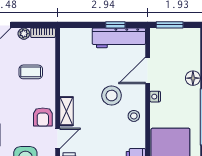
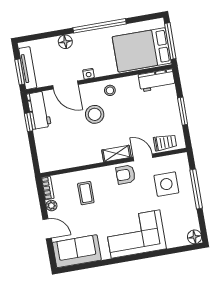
tv unit: (172, 34) -> (28, 68), added
workbench: (119, 38) -> (39, 110), width x0.73
armchair: (43, 117) -> (126, 175), turned 180

